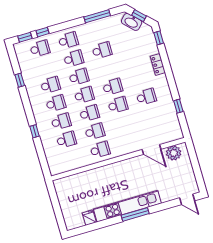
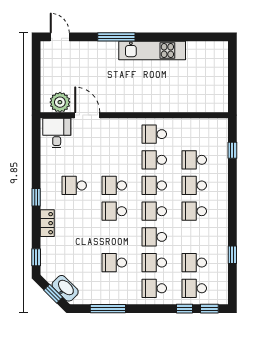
school desk: (50, 85) -> (194, 263), moved
window: (178, 106) -> (36, 197), moved
desk: (170, 130) -> (57, 133), added
window: (35, 131) -> (232, 150), moved
kitchen unit: (127, 206) -> (152, 51), width x0.73
window: (135, 214) -> (116, 37), moved
fridge: (89, 218) -> (194, 50), removed

